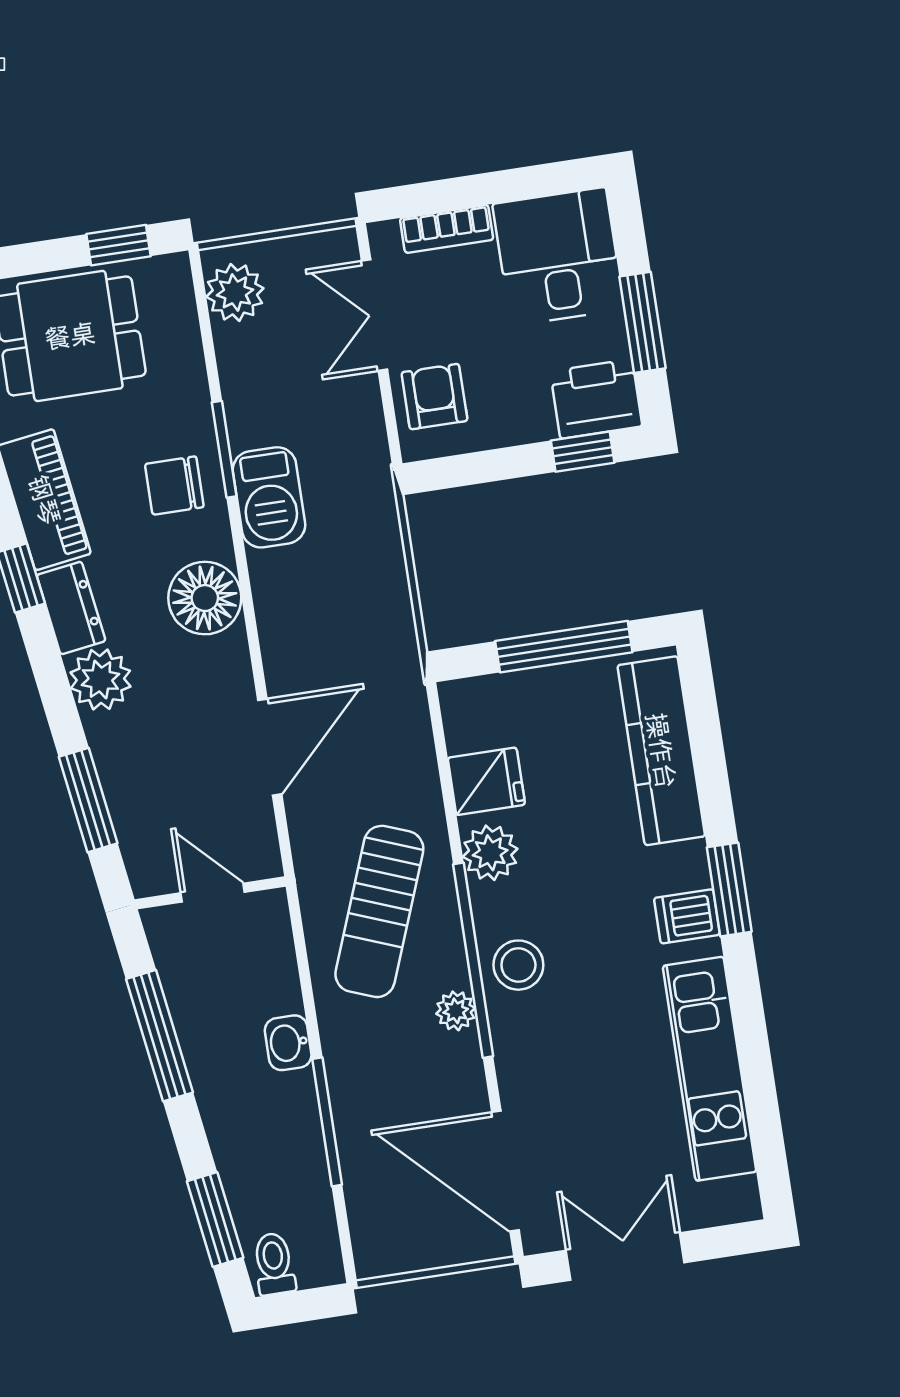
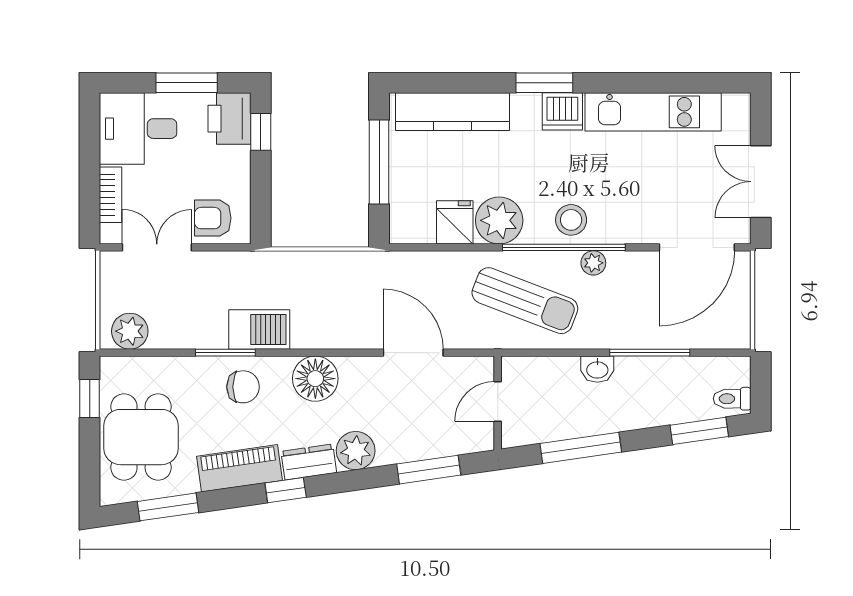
double door: (374, 315) -> (157, 247), swing flipped
chair: (174, 486) -> (243, 387), turned -90
plant: (490, 853) -> (499, 220), width x1.36, depth x1.36
dishwasher: (687, 916) -> (562, 111), width x1.38

